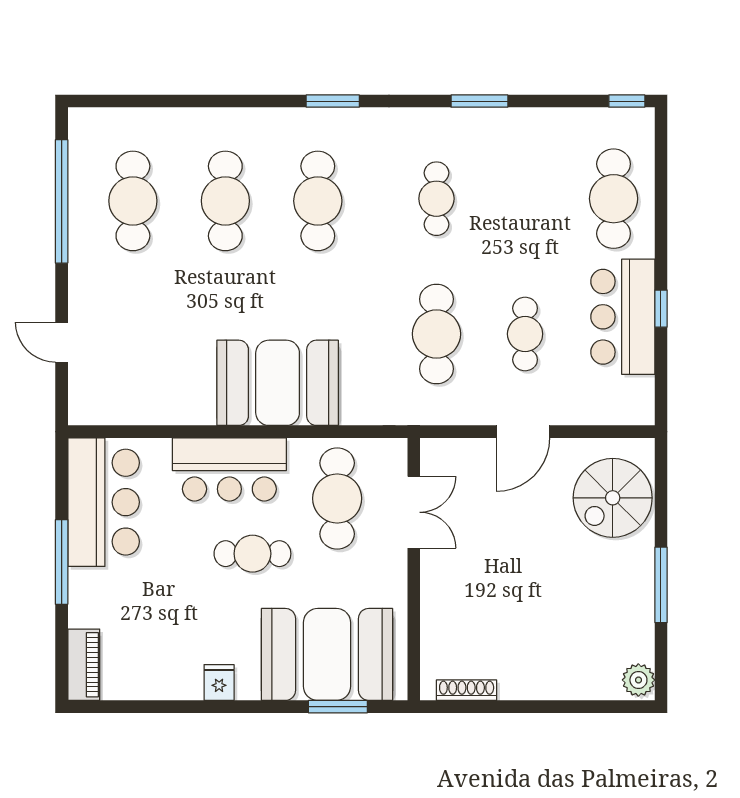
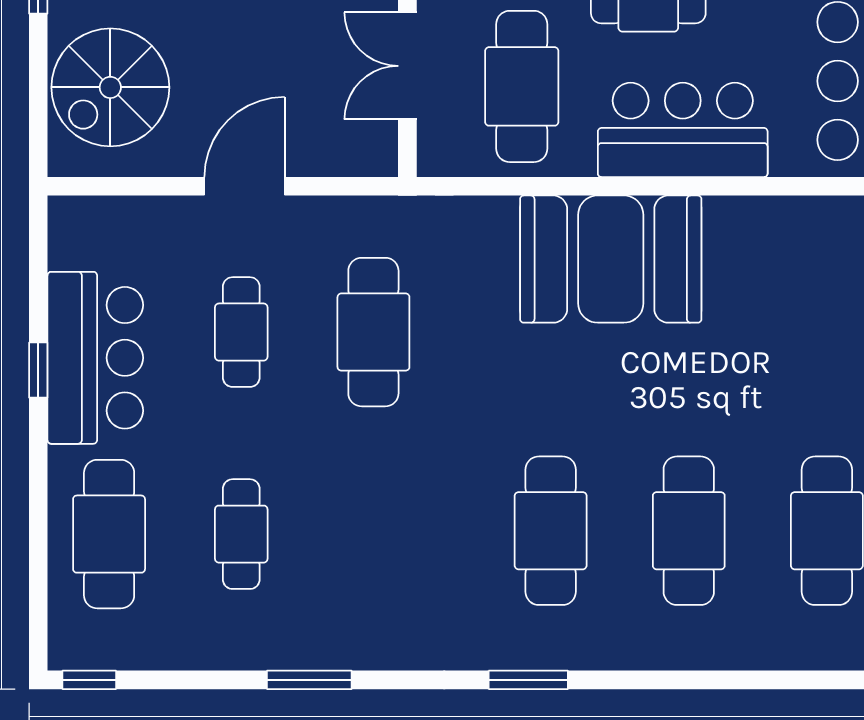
cafe table: (436, 199) -> (241, 534), moved
spiral stairs: (613, 498) -> (110, 87), turned 180

